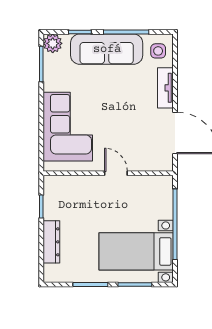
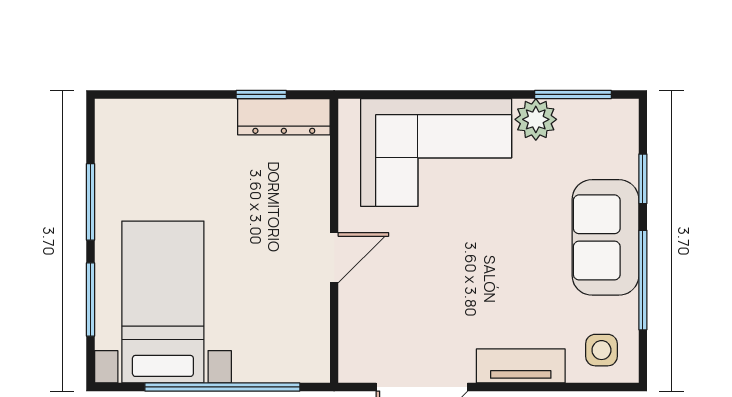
plant: (53, 43) -> (536, 119), moved
sofa: (107, 49) -> (605, 237), width x0.73
dresser: (51, 242) -> (284, 117), moved

